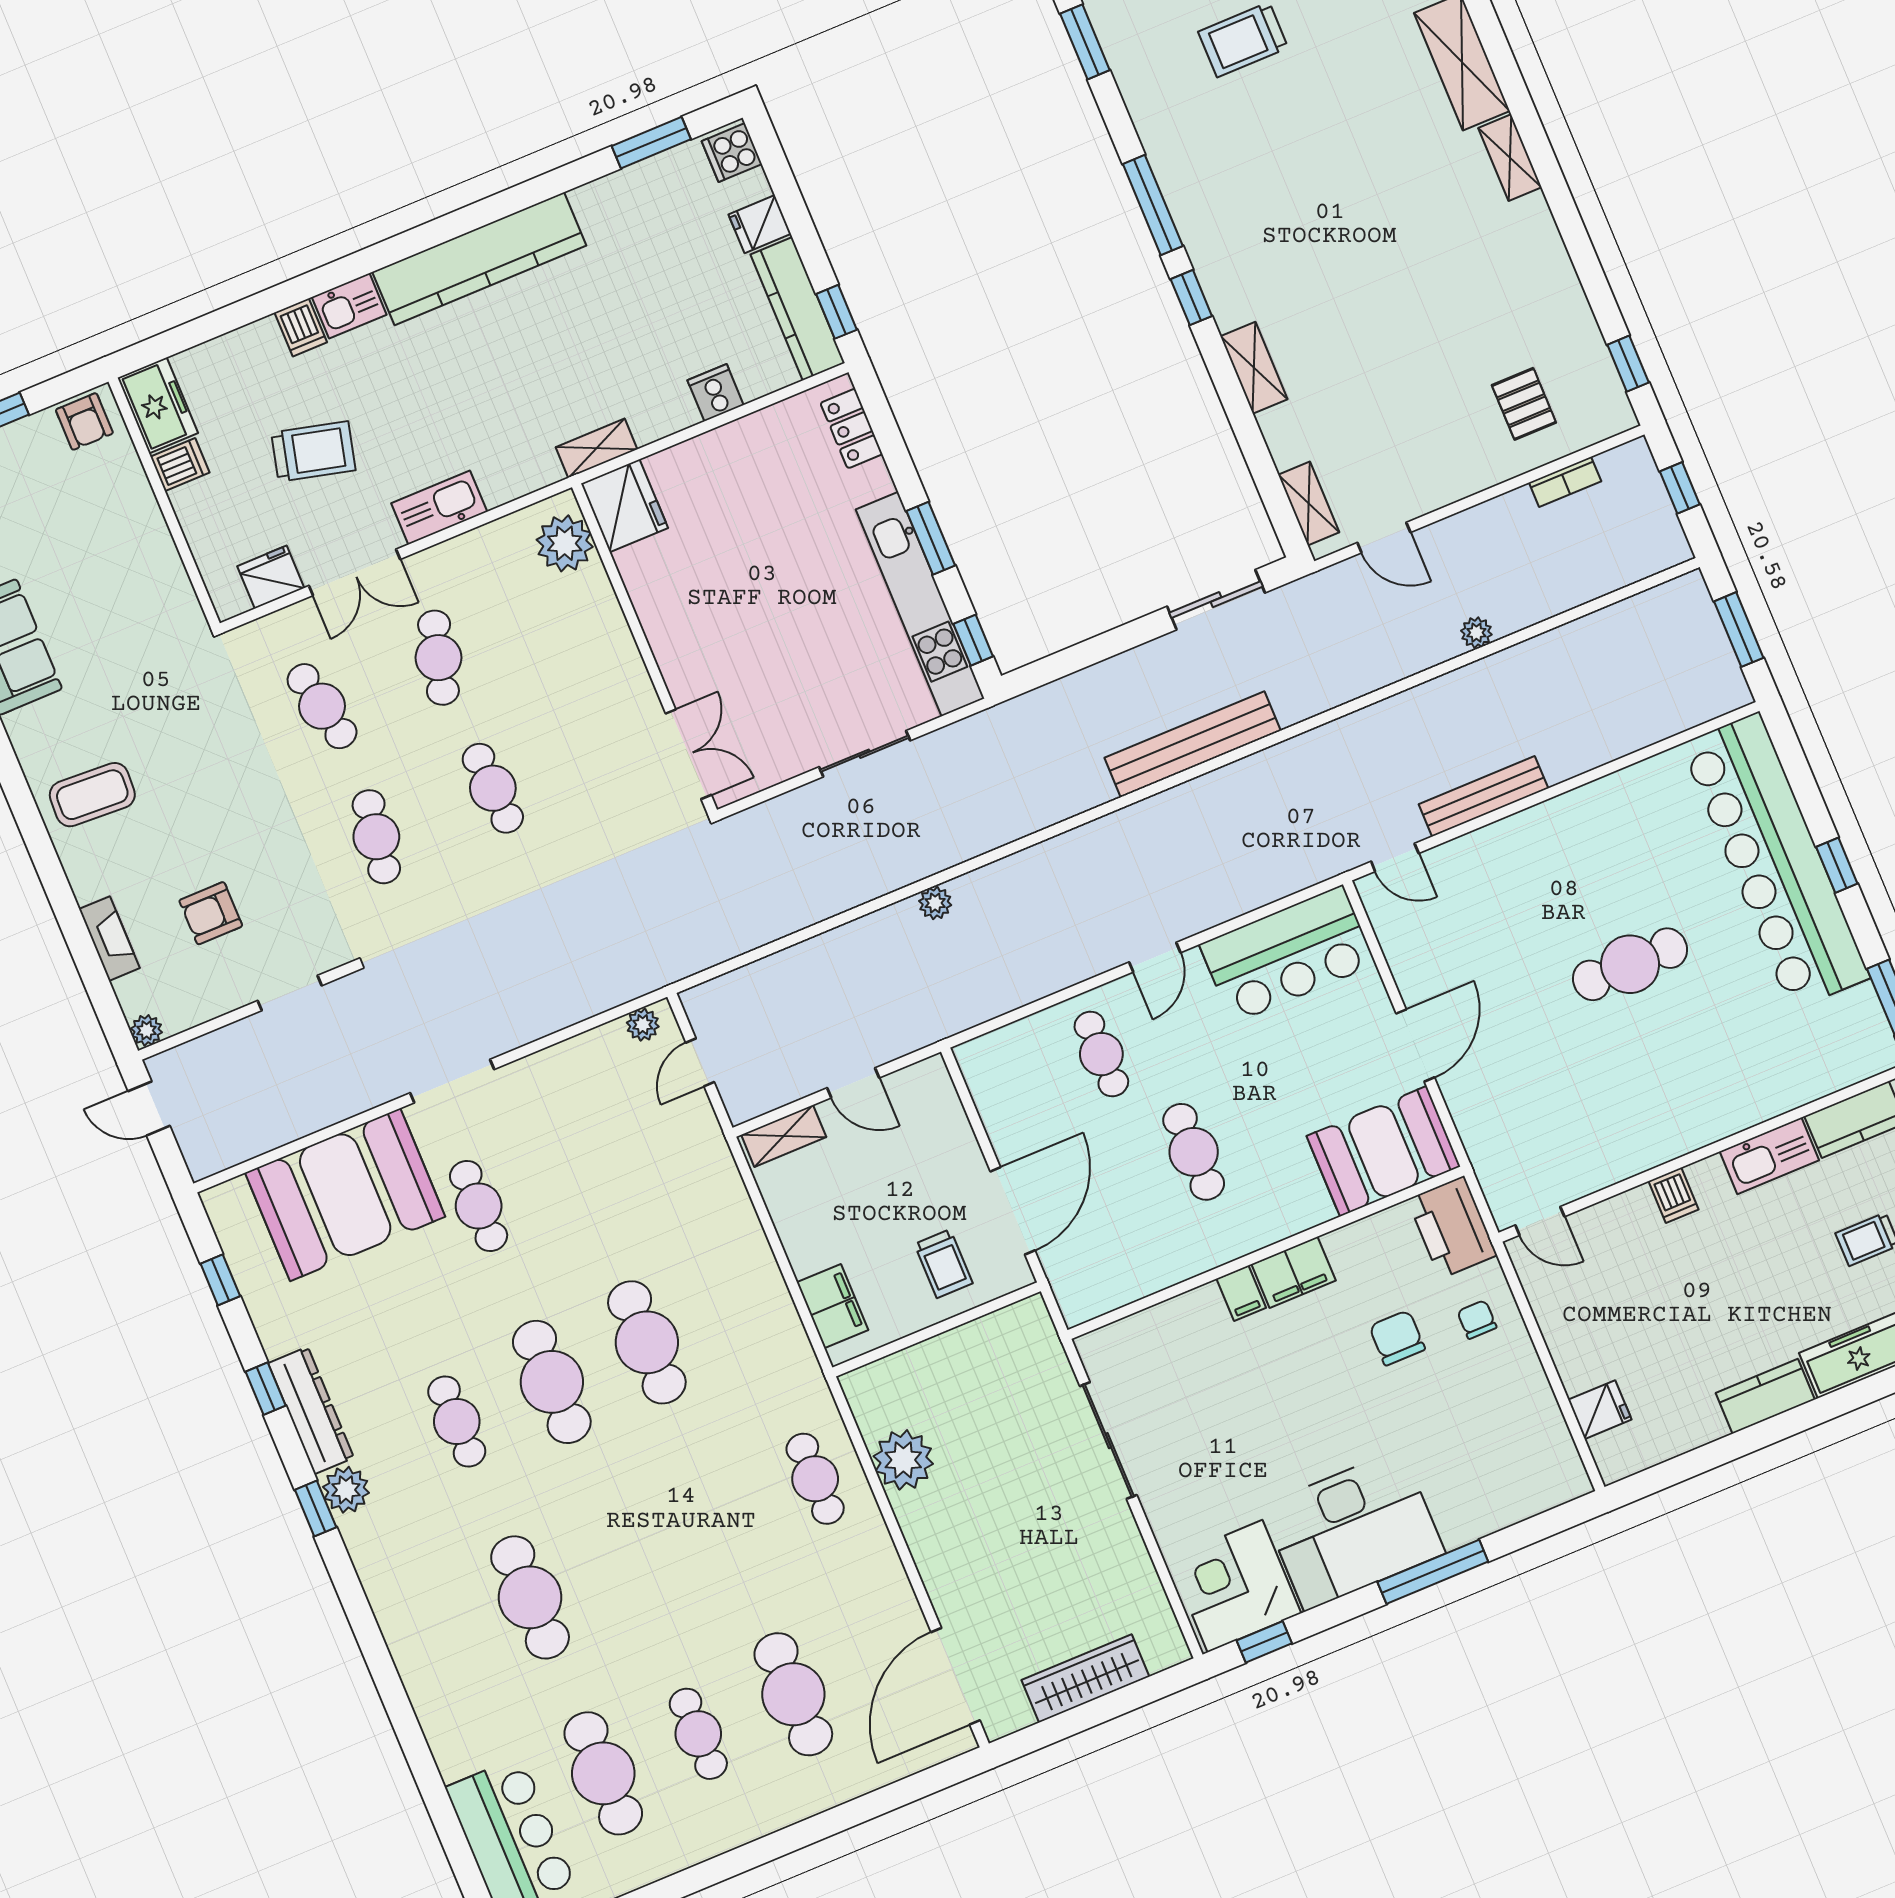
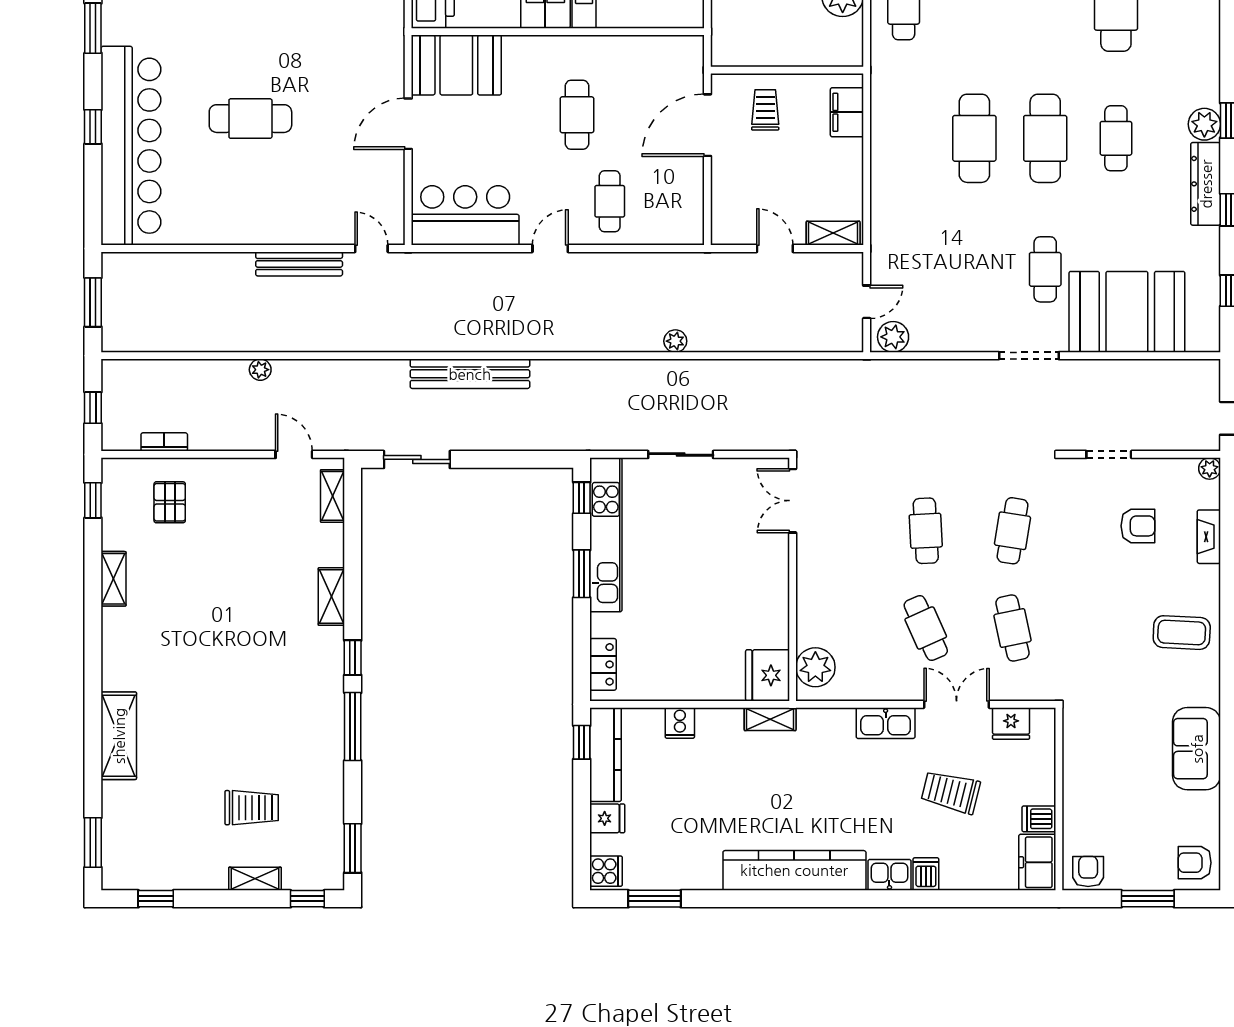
shelving: (1510, 158) -> (113, 579), moved
cafe table: (438, 658) -> (926, 628), turned -39
plant: (643, 1025) -> (893, 337), width x1.38, depth x1.38

